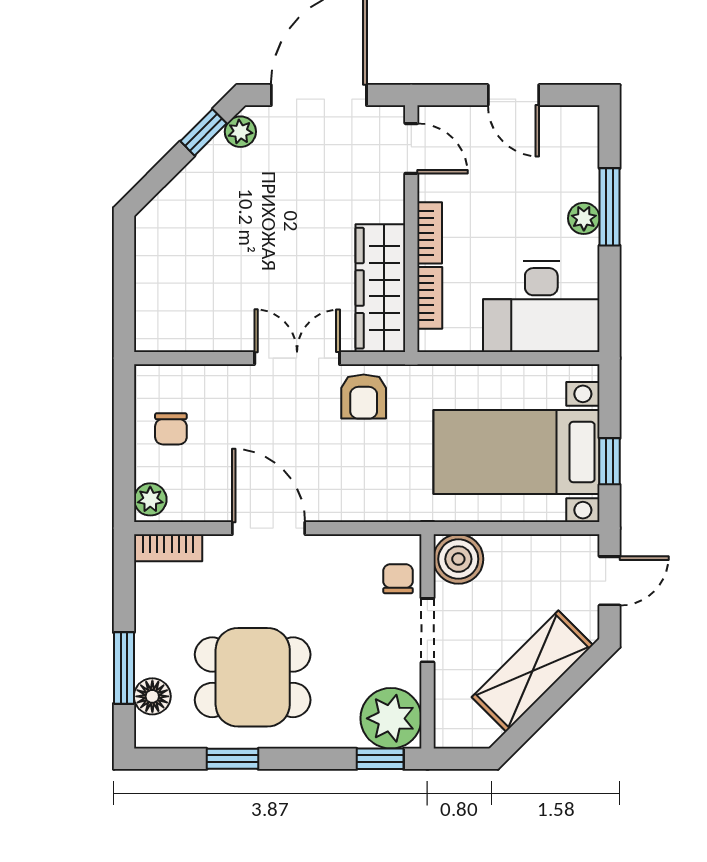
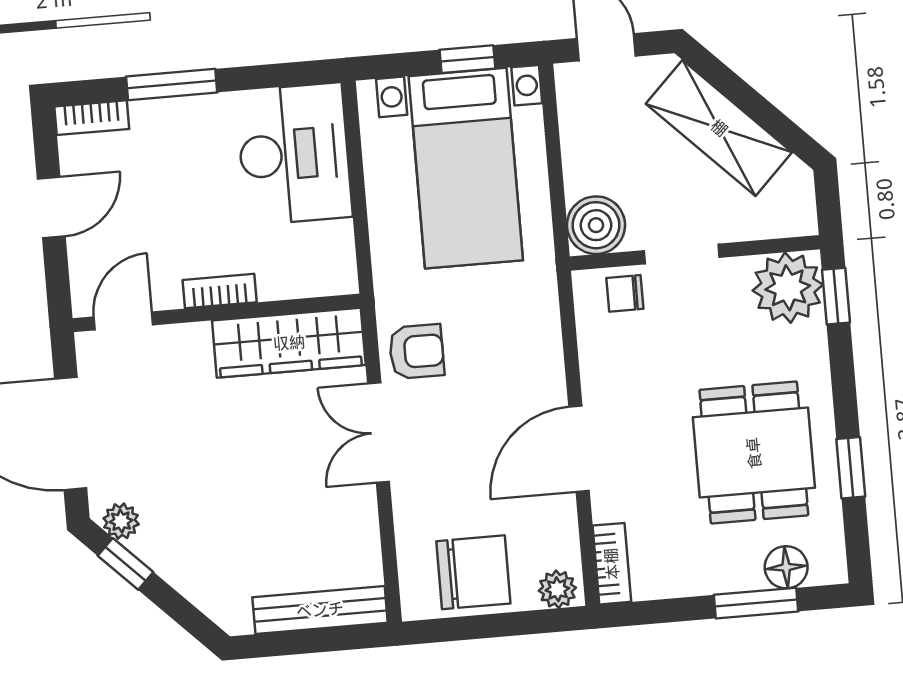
plant: (584, 218) -> (187, 113), removed
bench: (150, 295) -> (320, 610), added
bookcase: (430, 298) -> (92, 118), moved, turned 180
chair: (171, 429) -> (473, 572), width x1.87, depth x1.87

